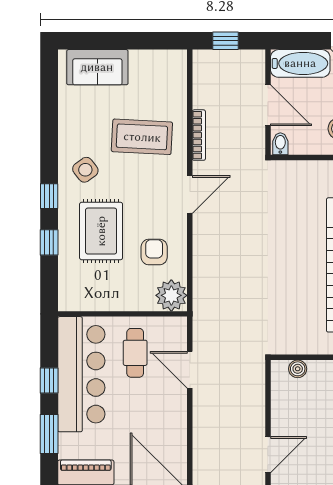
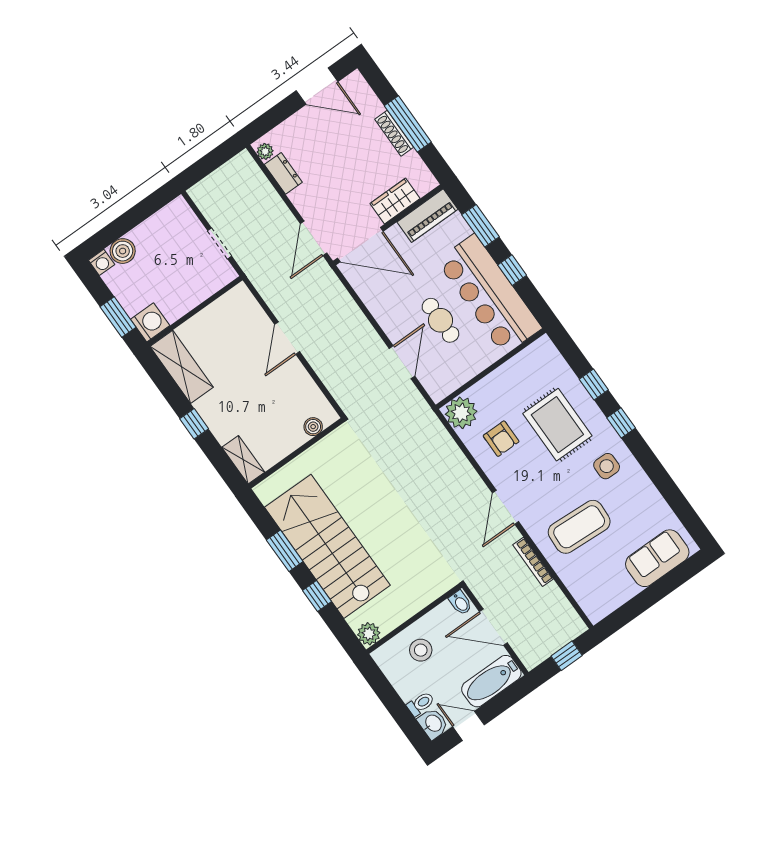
side table: (85, 170) -> (607, 466), turned 37
cafe table: (135, 353) -> (440, 320), moved
door: (190, 370) -> (402, 362), hinge flipped

